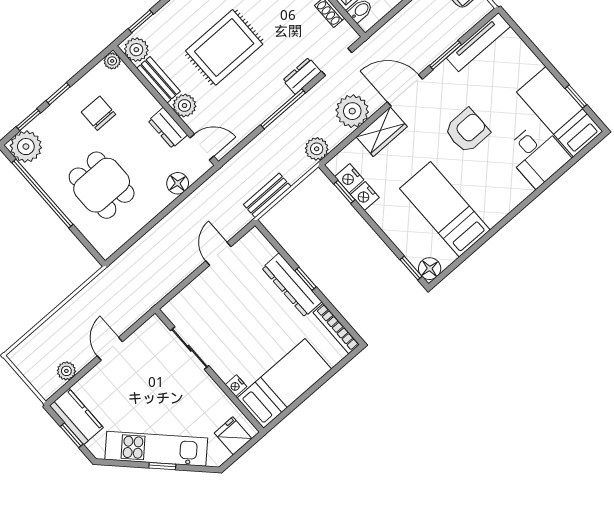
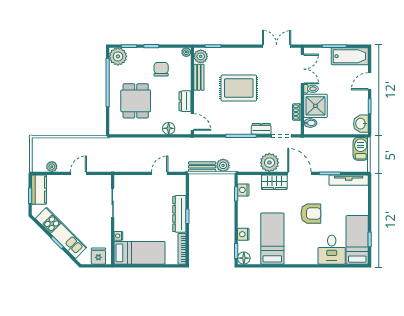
plant: (185, 105) -> (200, 98), removed
plant: (317, 149) -> (223, 165), moved
nightstand: (365, 196) -> (243, 234), moved

